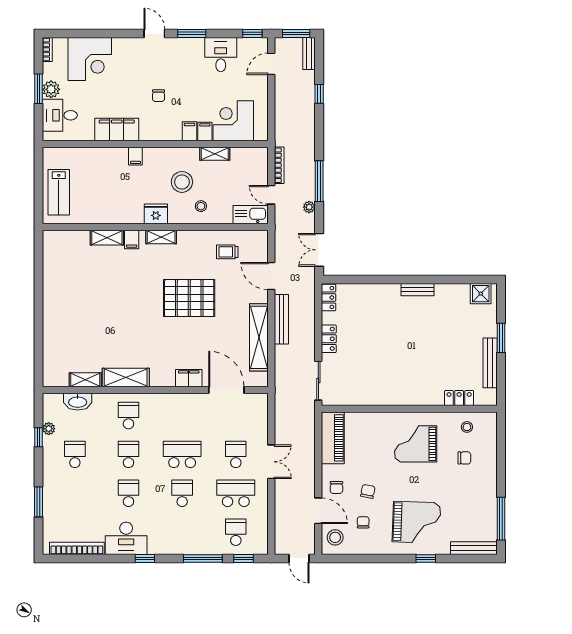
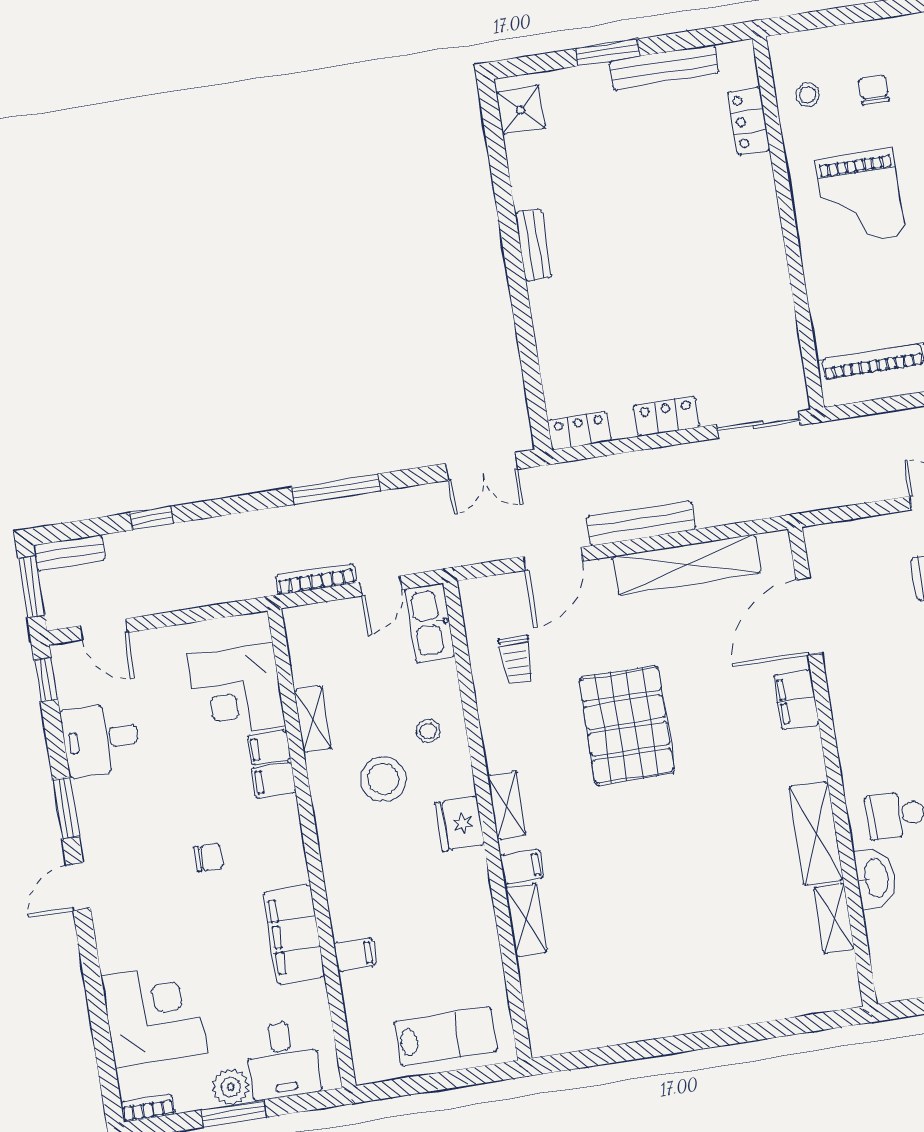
filing cabinet: (135, 156) -> (355, 954), moved
plant: (309, 207) -> (394, 502), removed
washbasin: (78, 402) -> (875, 878), moved

